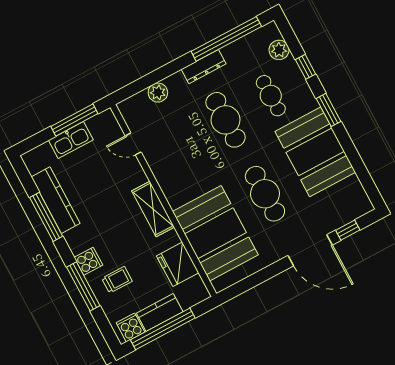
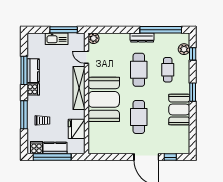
window: (305, 67) -> (193, 54), moved
plant: (158, 93) -> (94, 38), moved
booth: (315, 152) -> (179, 109), width x0.73, depth x0.70
kitchen counter: (56, 200) -> (33, 71), width x0.67
shelving: (153, 209) -> (79, 88), width x1.47
booth: (215, 233) -> (104, 99), moved
cooker: (88, 261) -> (33, 89), moved

